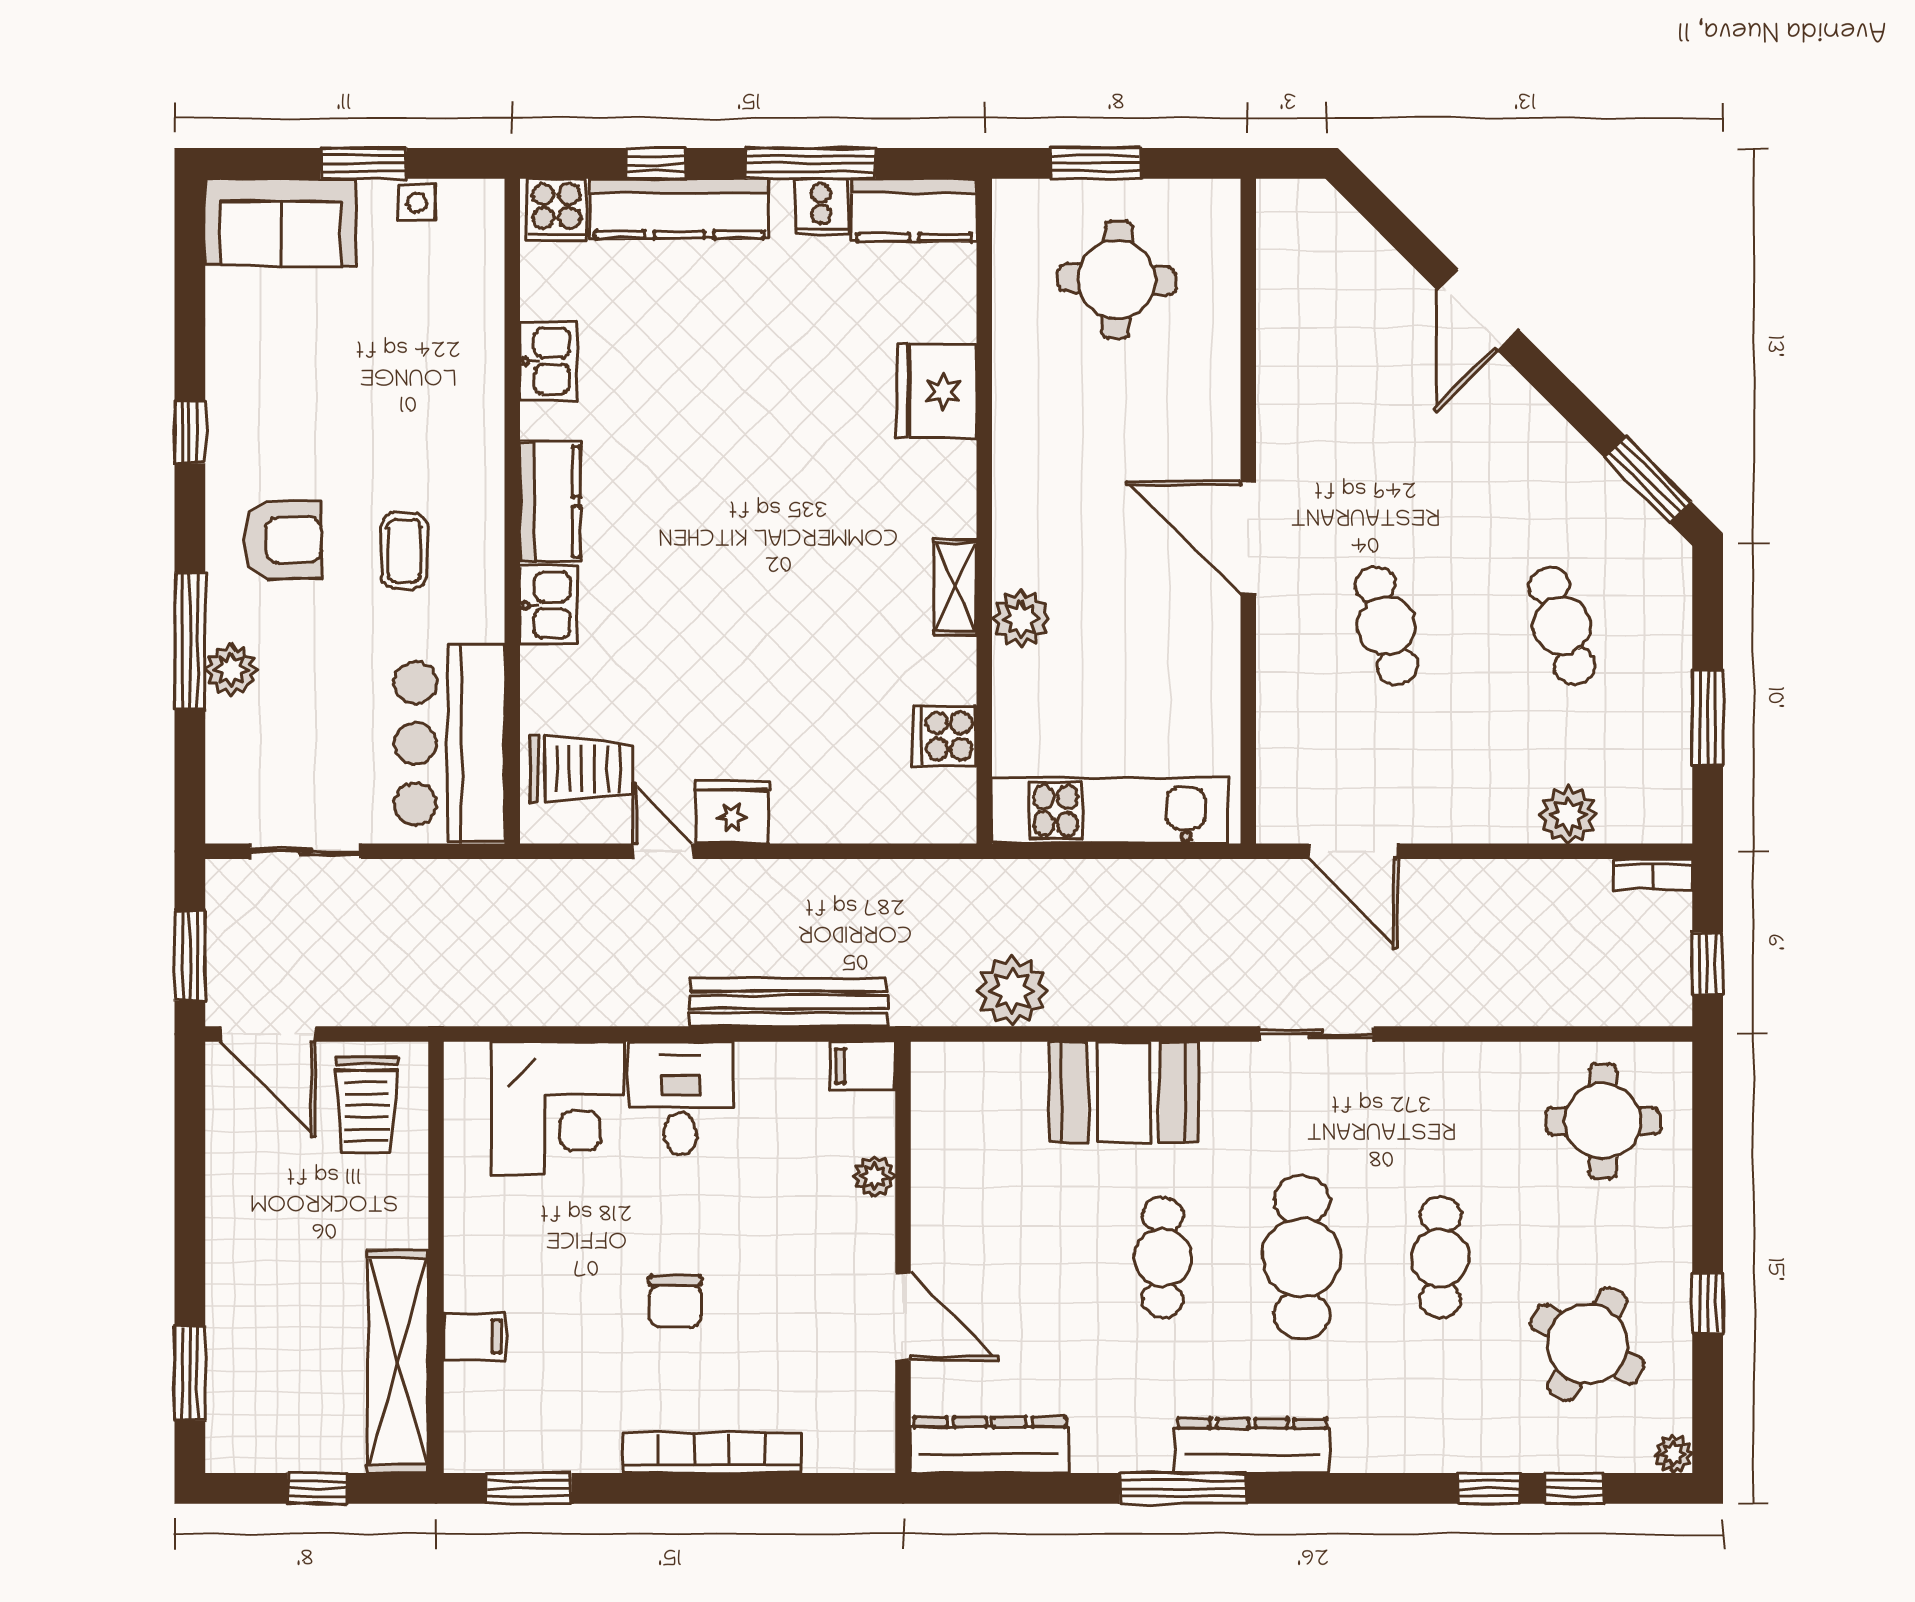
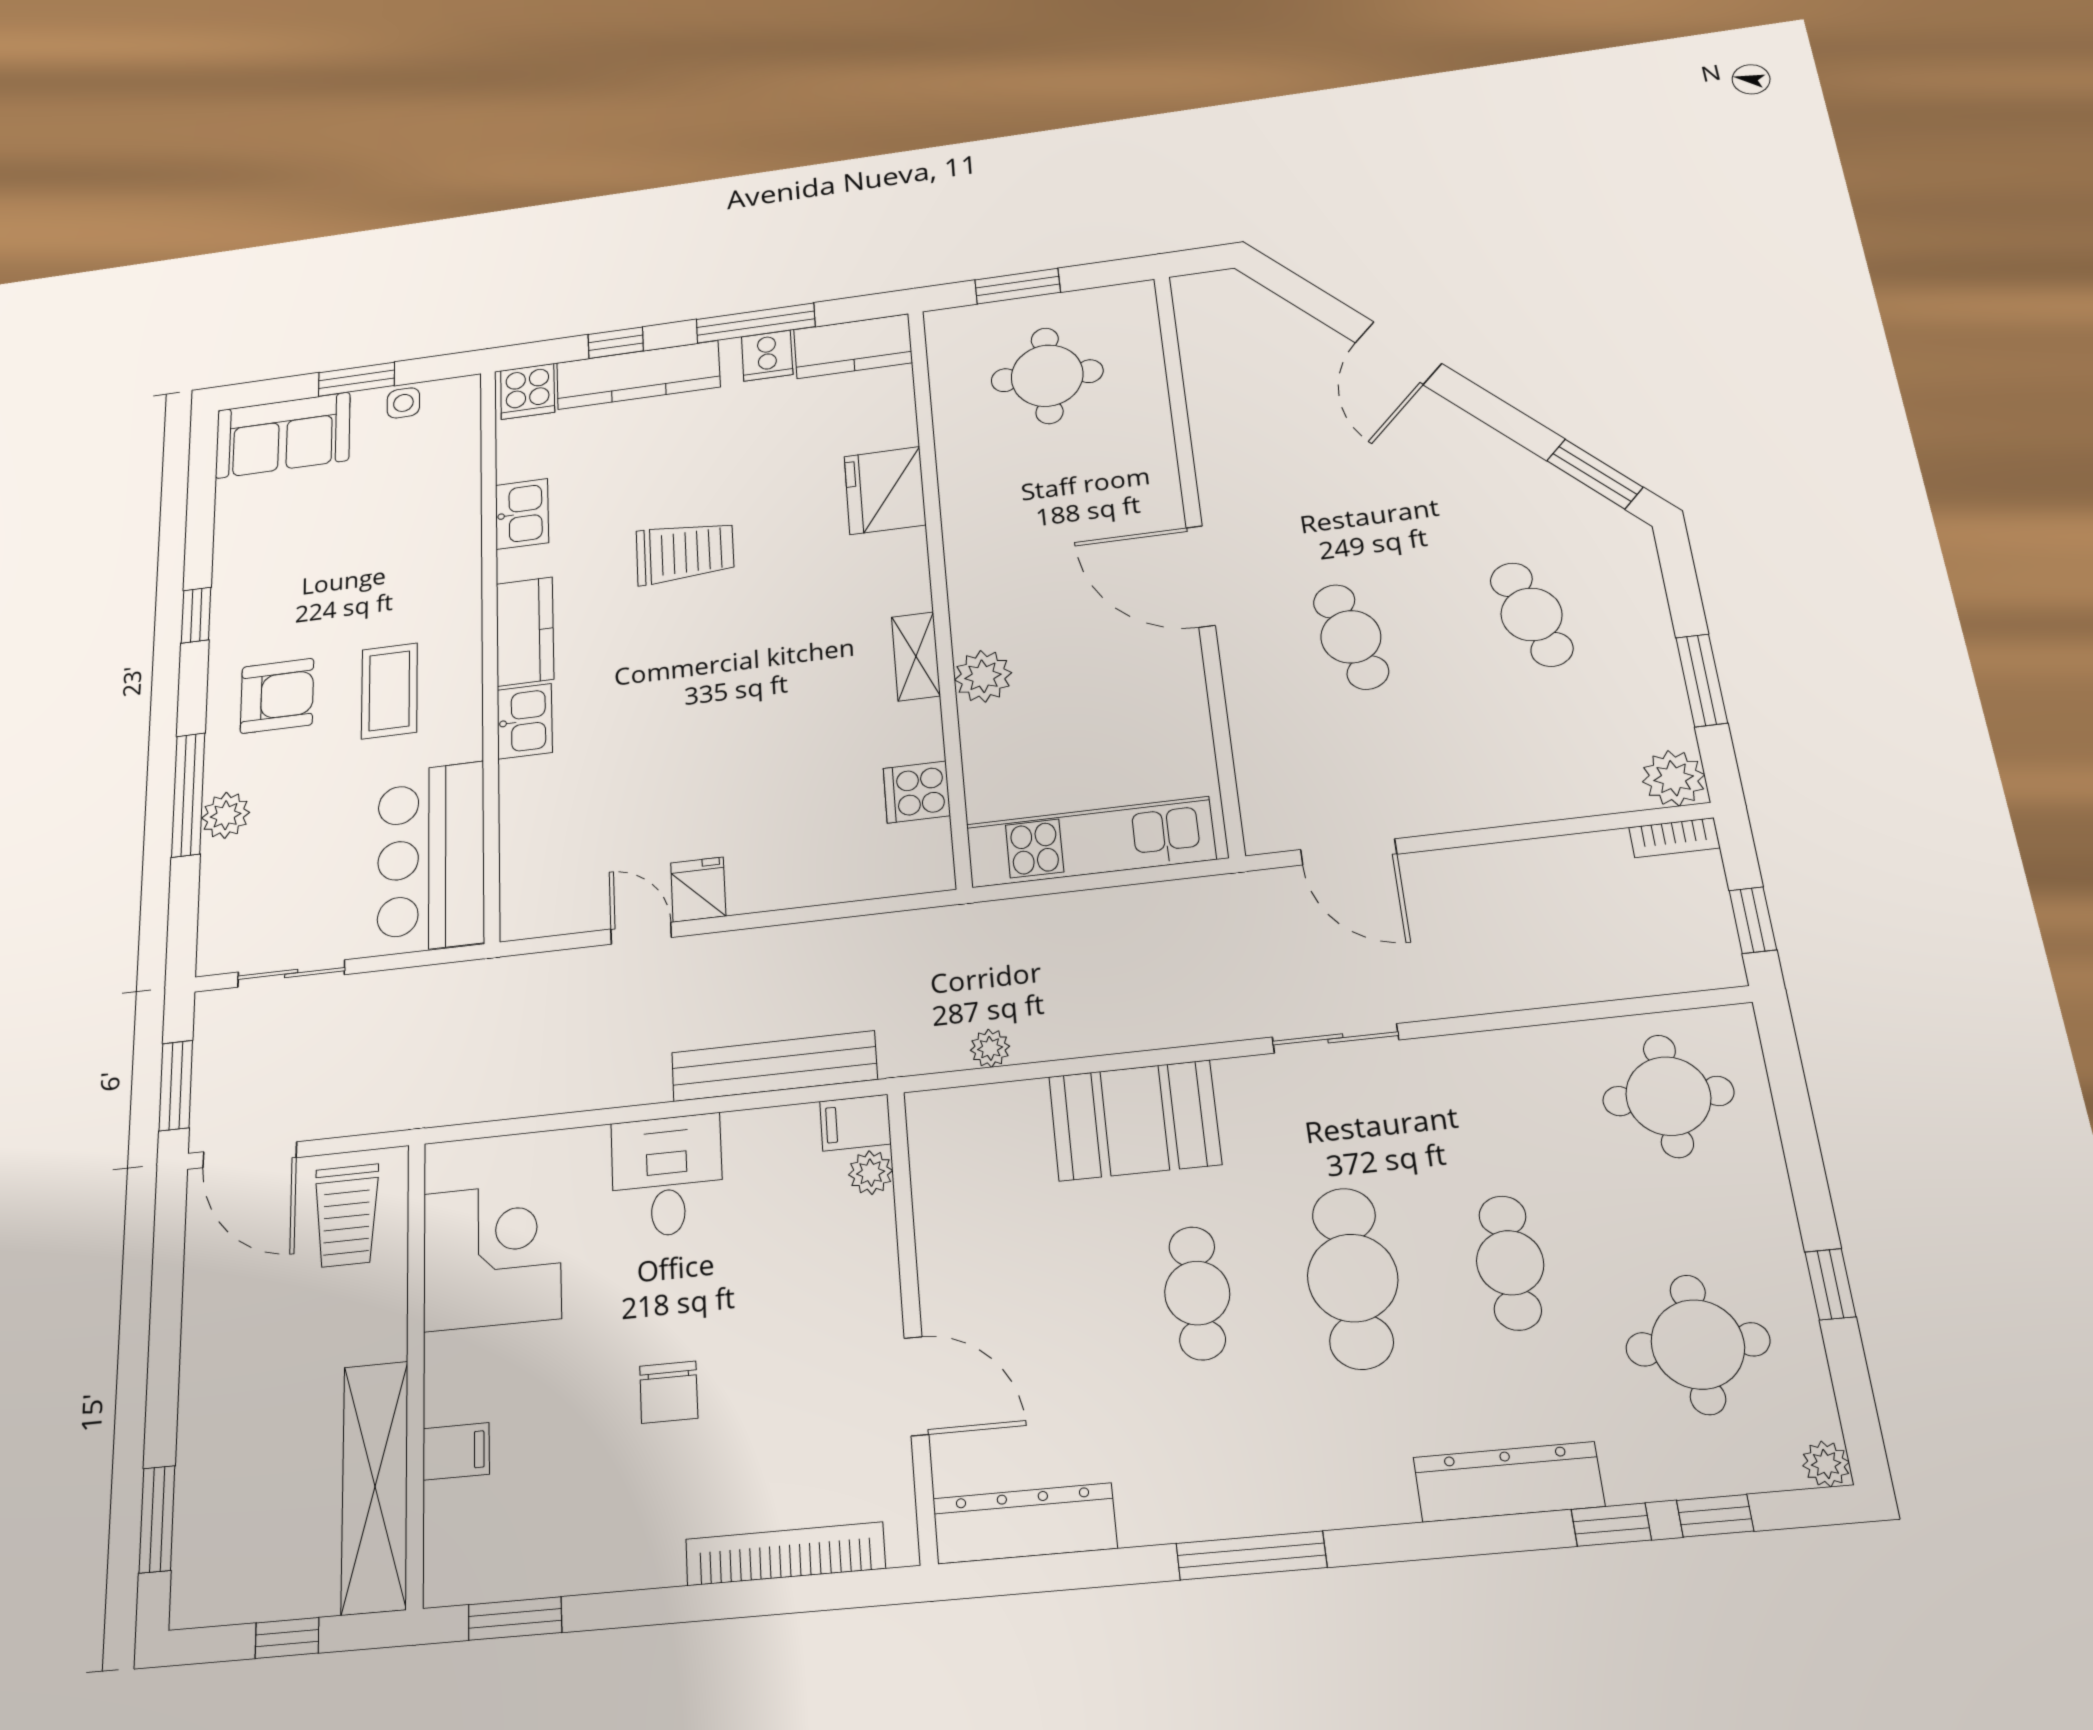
coffee table: (404, 551) -> (389, 691), width x1.36, depth x1.30
trolley: (581, 769) -> (685, 552), moved
fridge: (732, 812) -> (698, 889), width x0.72
plant: (1568, 815) -> (1674, 778), moved
plant: (1012, 991) -> (990, 1048), width x0.53, depth x0.53
corner desk: (558, 1108) -> (492, 1256), moved, turned -90
plant: (874, 1176) -> (871, 1173), moved
round table: (1587, 1344) -> (1698, 1344), turned -30
dresser: (1252, 1446) -> (1509, 1482), moved
bookcase: (712, 1453) -> (785, 1554), moved

